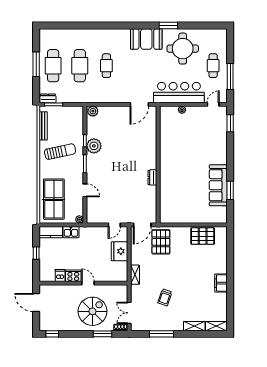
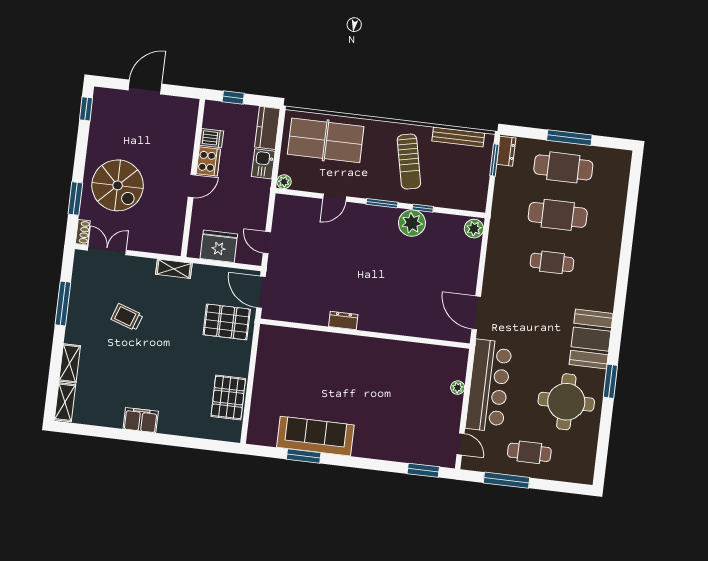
dishwasher: (60, 275) -> (212, 138), moved
cooker: (73, 276) -> (208, 161), moved
wall: (83, 283) -> (193, 178), moved
door: (88, 283) -> (192, 186), moved

